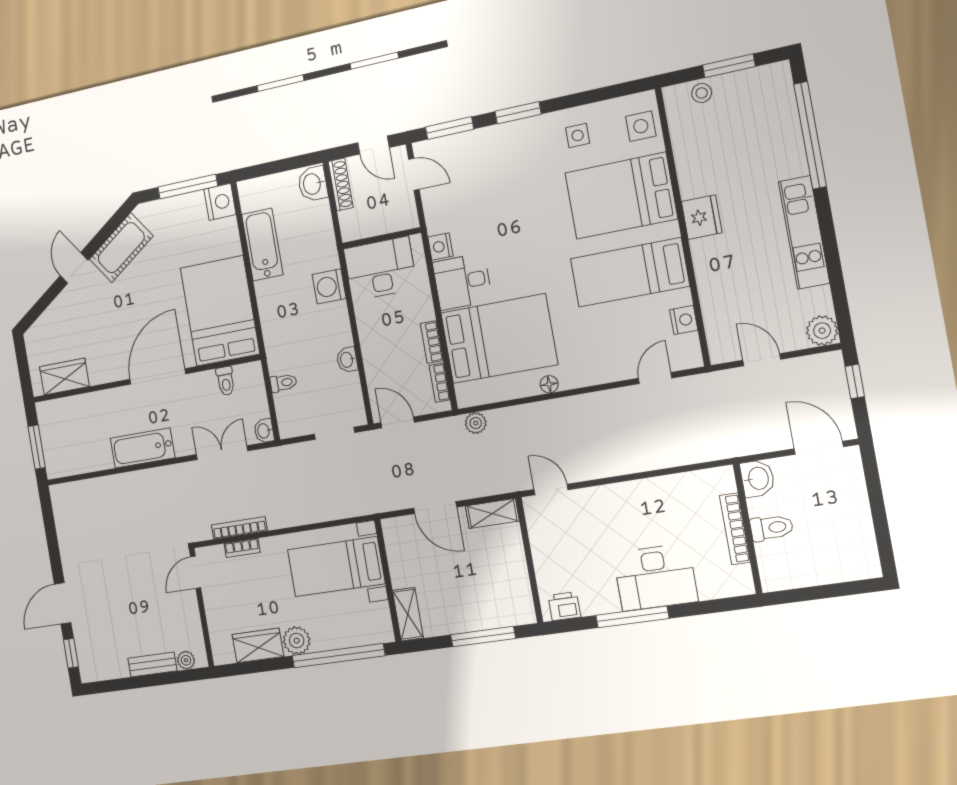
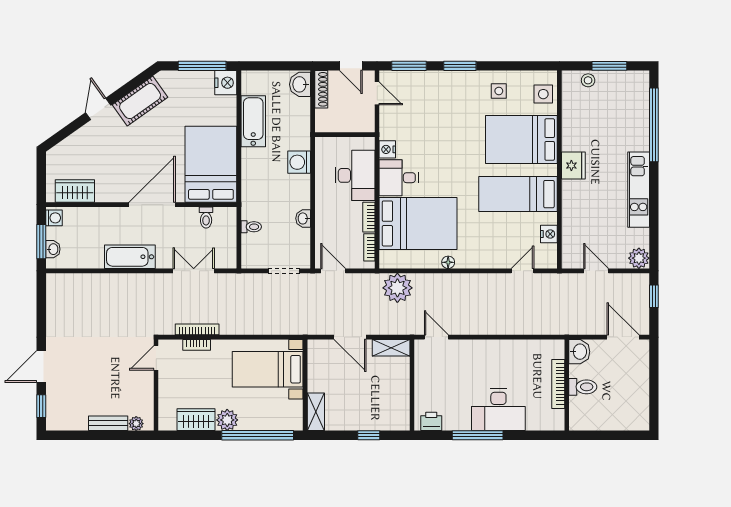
desk: (380, 269) -> (355, 175), moved, turned 90
washing machine: (46, 415) -> (54, 218), added
plant: (476, 423) -> (397, 288), width x1.88, depth x1.88
washbasin: (264, 431) -> (53, 249), moved, turned 180
window: (483, 637) -> (369, 435), width x0.46

